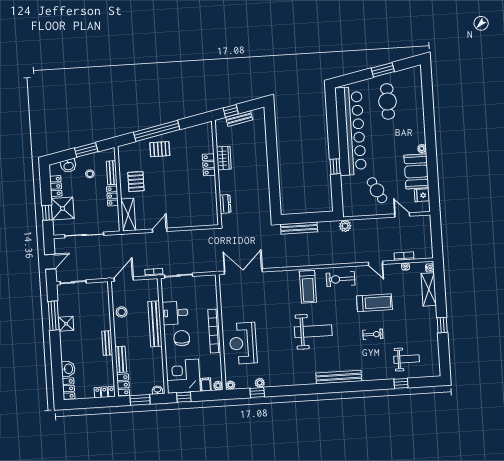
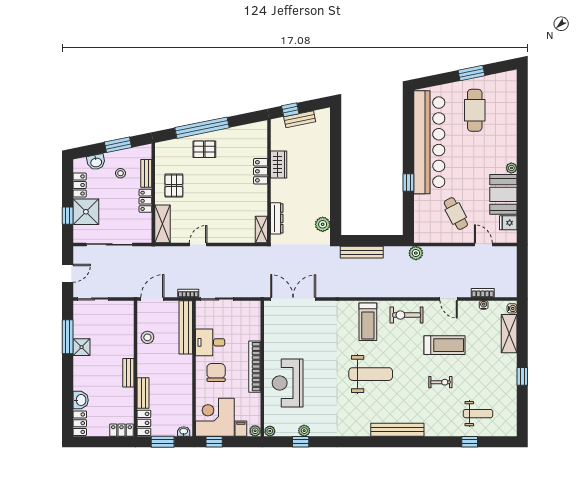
dresser: (225, 204) -> (277, 218), width x1.44
plant: (264, 207) -> (323, 224), added
shelving: (213, 214) -> (261, 229), added
bench: (155, 324) -> (186, 327), moved

